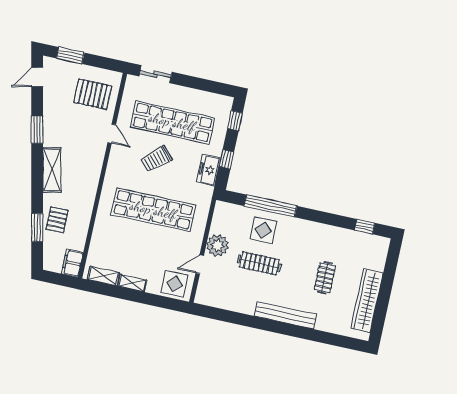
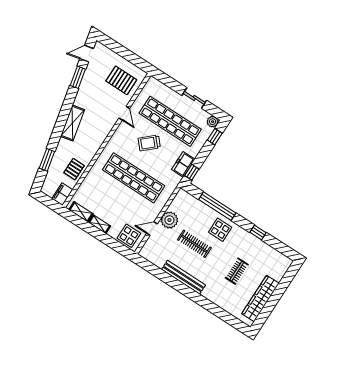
window: (70, 56) -> (116, 47), removed
sliding door: (156, 74) -> (194, 98), moved
plant: (225, 103) -> (213, 122), added
window: (37, 130) -> (78, 77), moved
window: (226, 159) -> (192, 172), moved
pallet: (57, 220) -> (74, 169), moved
window: (365, 227) -> (258, 232), moved
display table: (263, 230) -> (220, 230), moved
bench: (285, 315) -> (183, 277), moved

